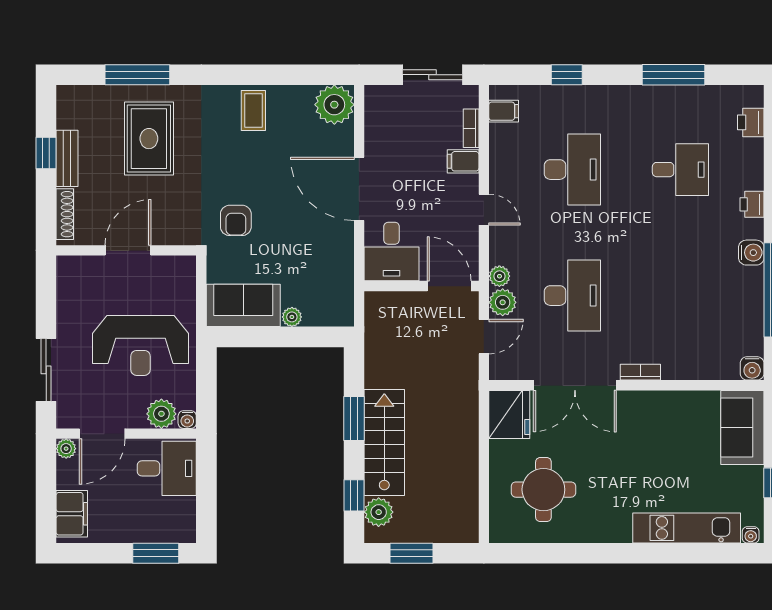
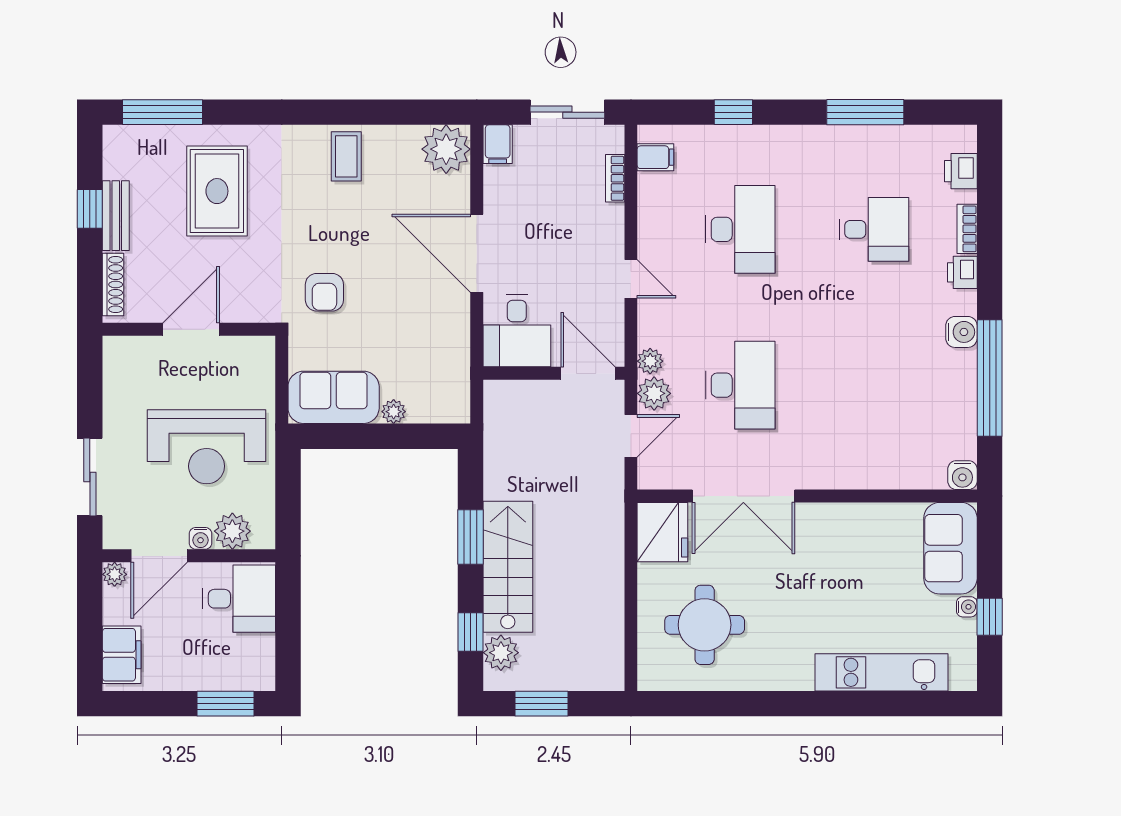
window: (137, 75) -> (162, 112), moved
filing cabinet: (463, 161) -> (498, 144), moved, turned -90
bookcase: (640, 372) -> (967, 229), moved, turned -90
water cooler: (187, 420) -> (201, 538), moved
water cooler: (751, 535) -> (967, 607), moved, turned -90

